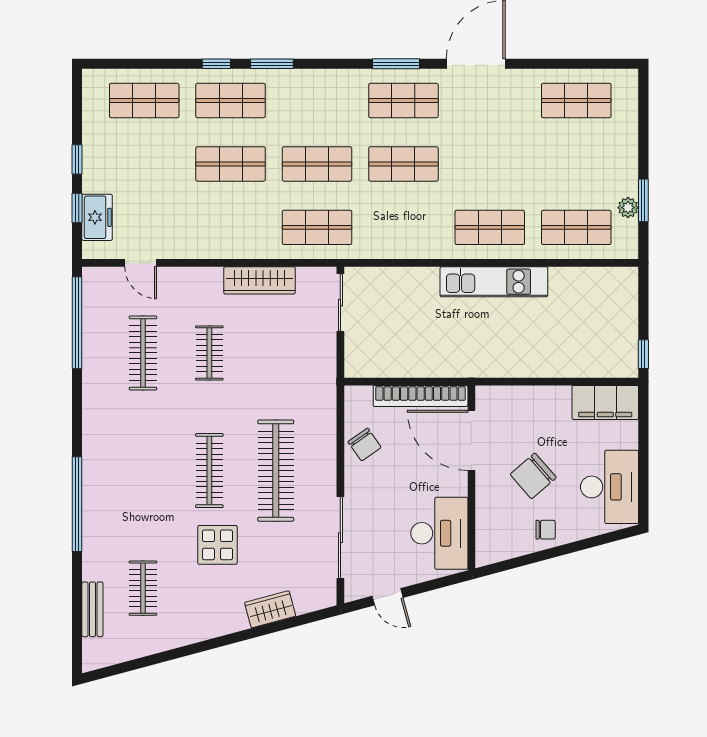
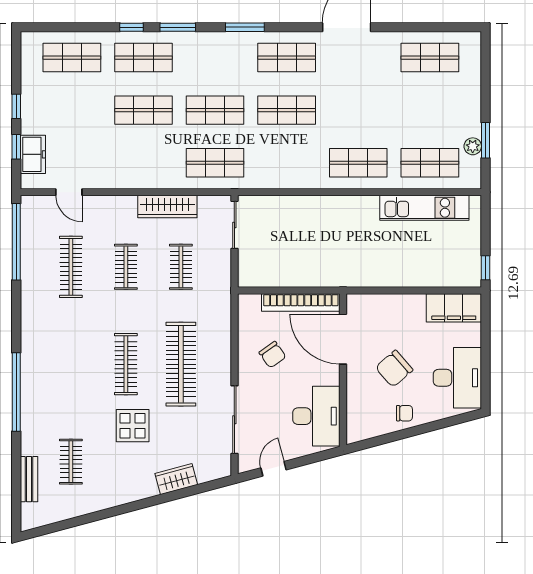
window: (396, 64) -> (245, 27), moved
kitchen unit: (494, 282) -> (424, 208), moved
clothes rail: (276, 353) -> (181, 267), added
chair: (365, 445) -> (272, 355), moved
door: (388, 597) -> (273, 469), swing flipped

